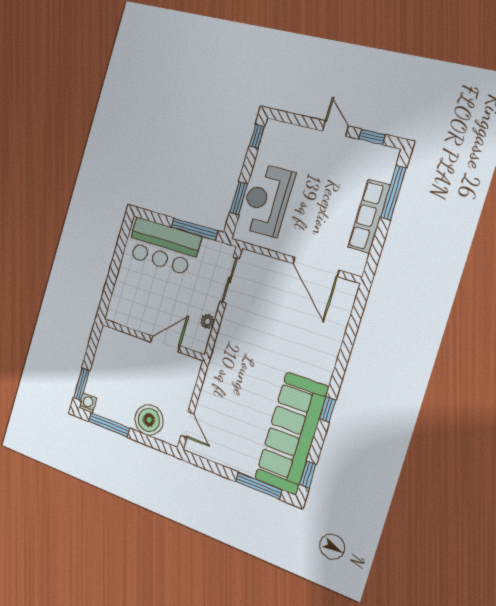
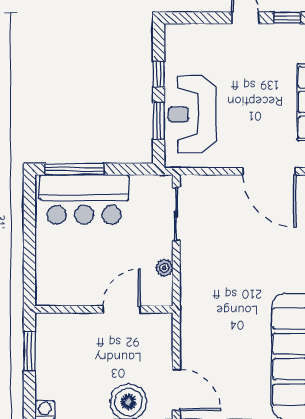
window: (257, 137) -> (159, 74), moved
window: (194, 229) -> (74, 169), moved
window: (82, 384) -> (29, 351), moved
door: (187, 424) -> (176, 390), width x1.38

